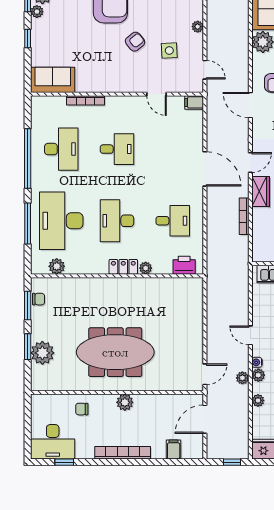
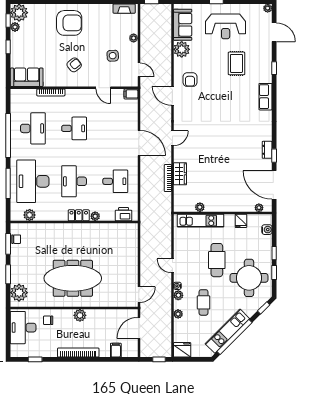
armchair: (135, 42) -> (74, 65), moved
wardrobe: (261, 192) -> (180, 174), moved
plant: (42, 353) -> (19, 293), moved
plant: (242, 378) -> (167, 297), removed
desk: (53, 442) -> (23, 328), moved, turned 90

